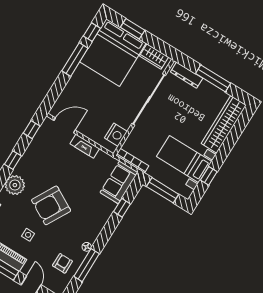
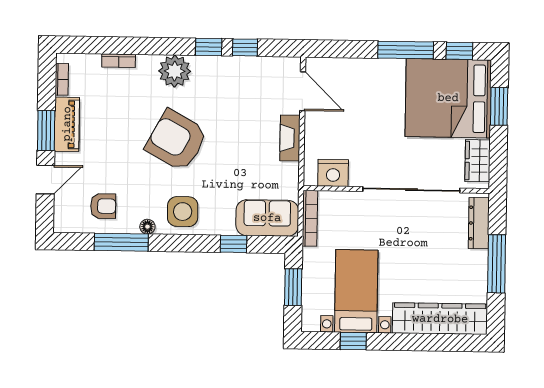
window: (32, 130) -> (245, 47), moved
window: (163, 190) -> (293, 287), width x0.69
side table: (28, 235) -> (183, 212), moved, width x1.87, depth x1.87

